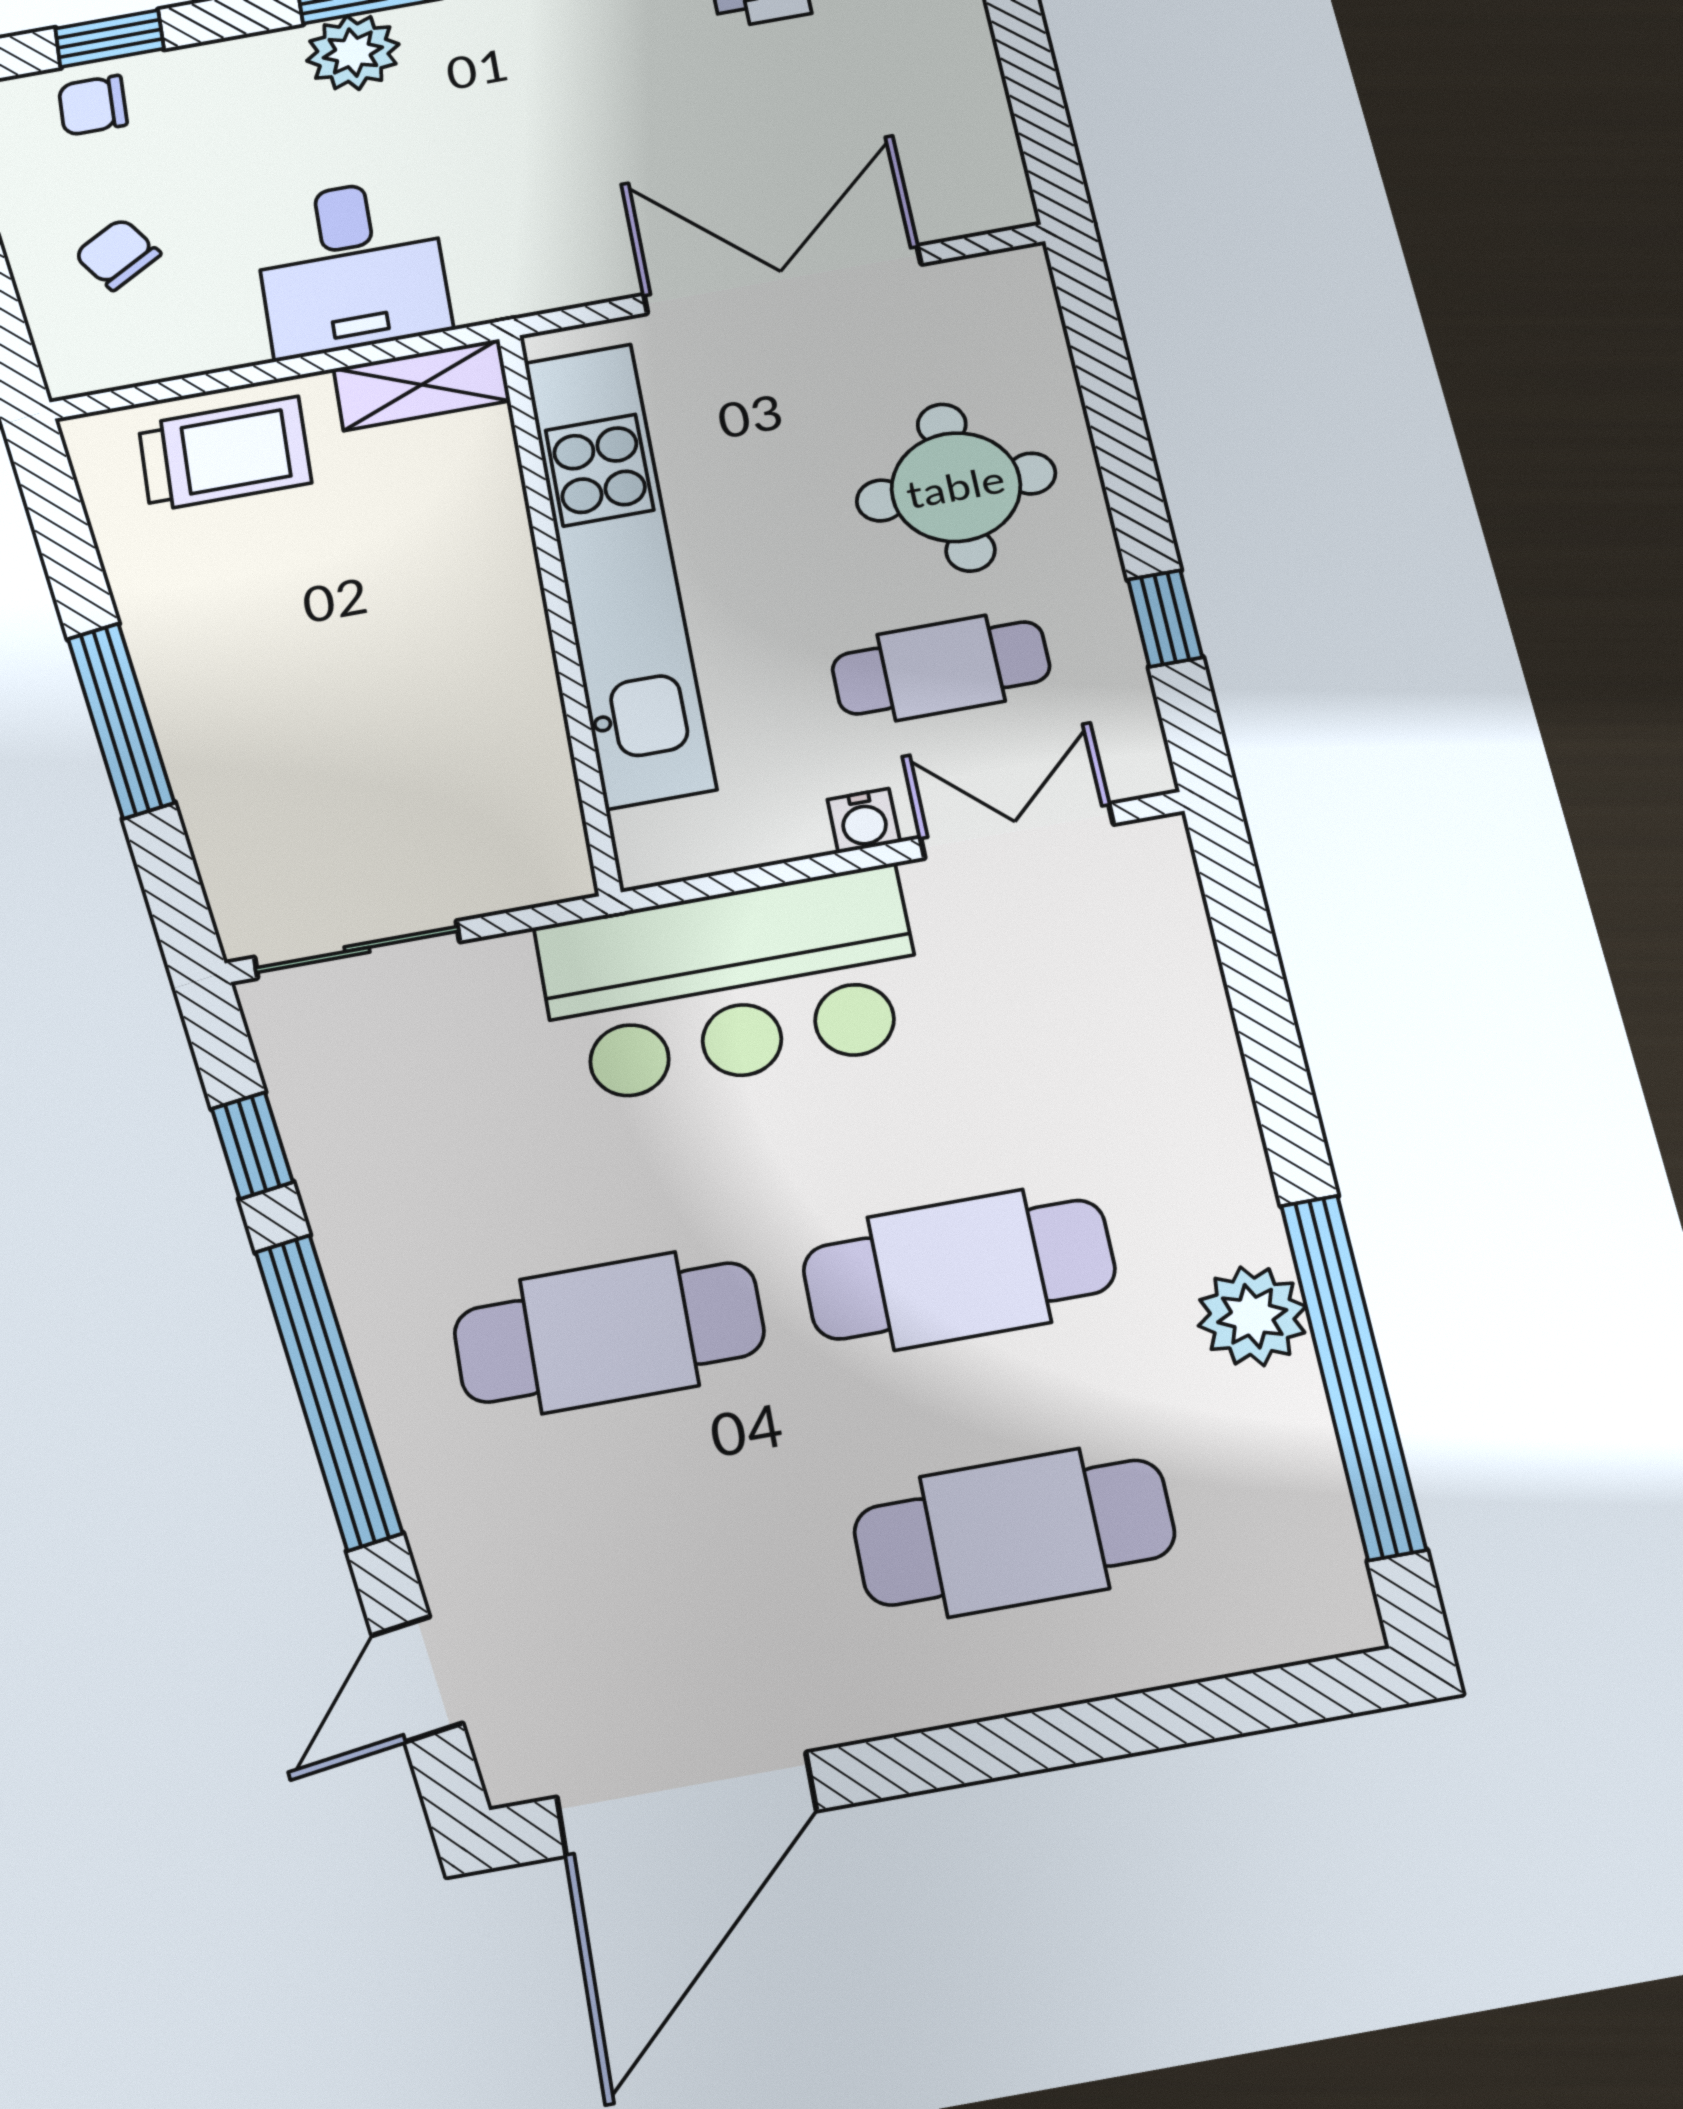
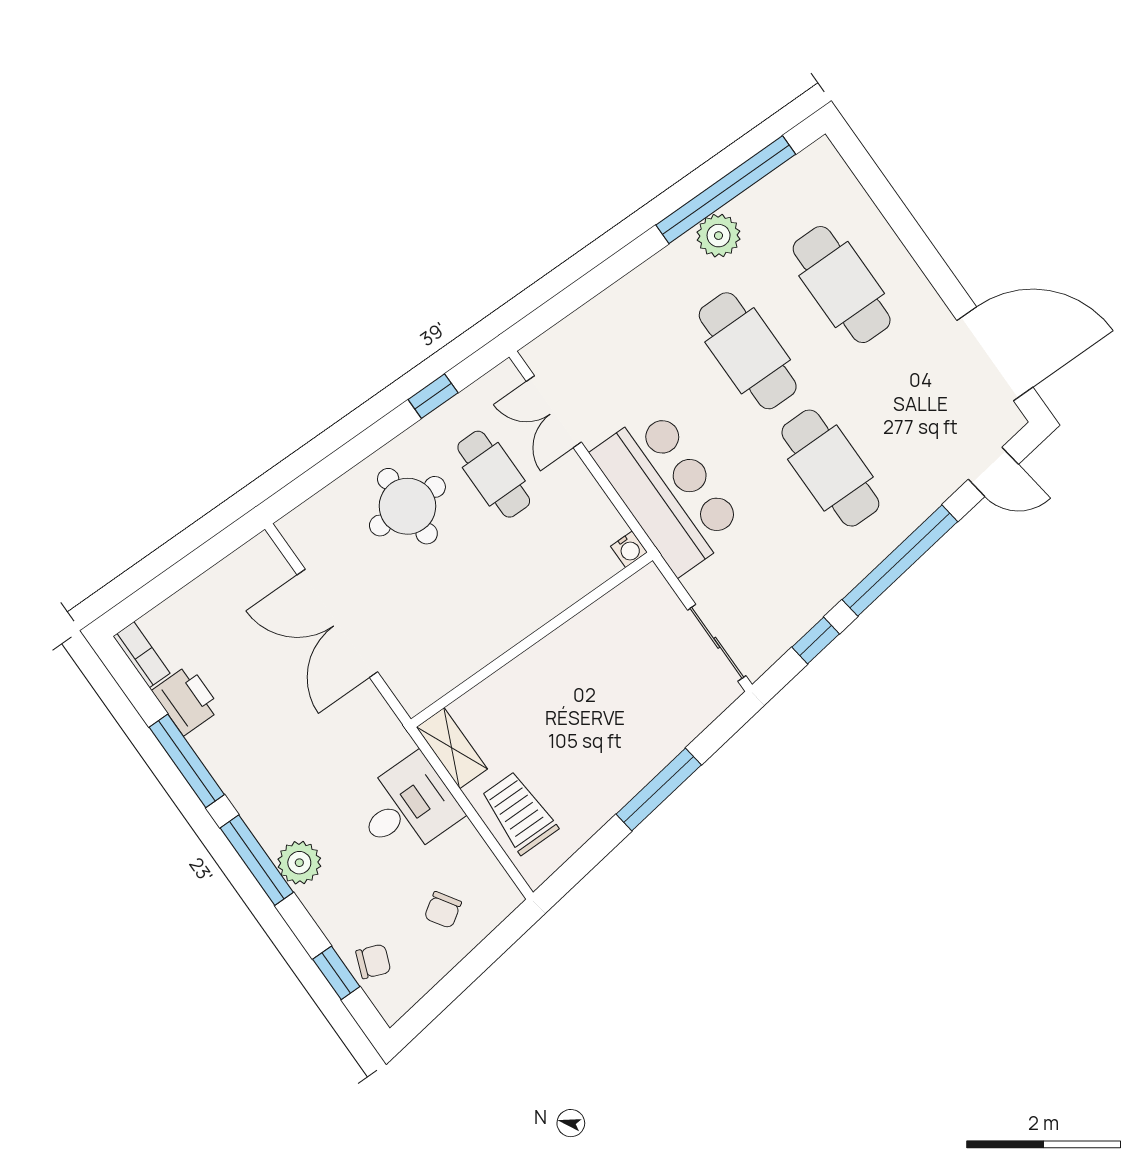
chair: (93, 105) -> (373, 961), turned -69
kitchen unit: (619, 571) -> (505, 624), removed
water cooler: (864, 821) -> (629, 549), moved, turned 90

